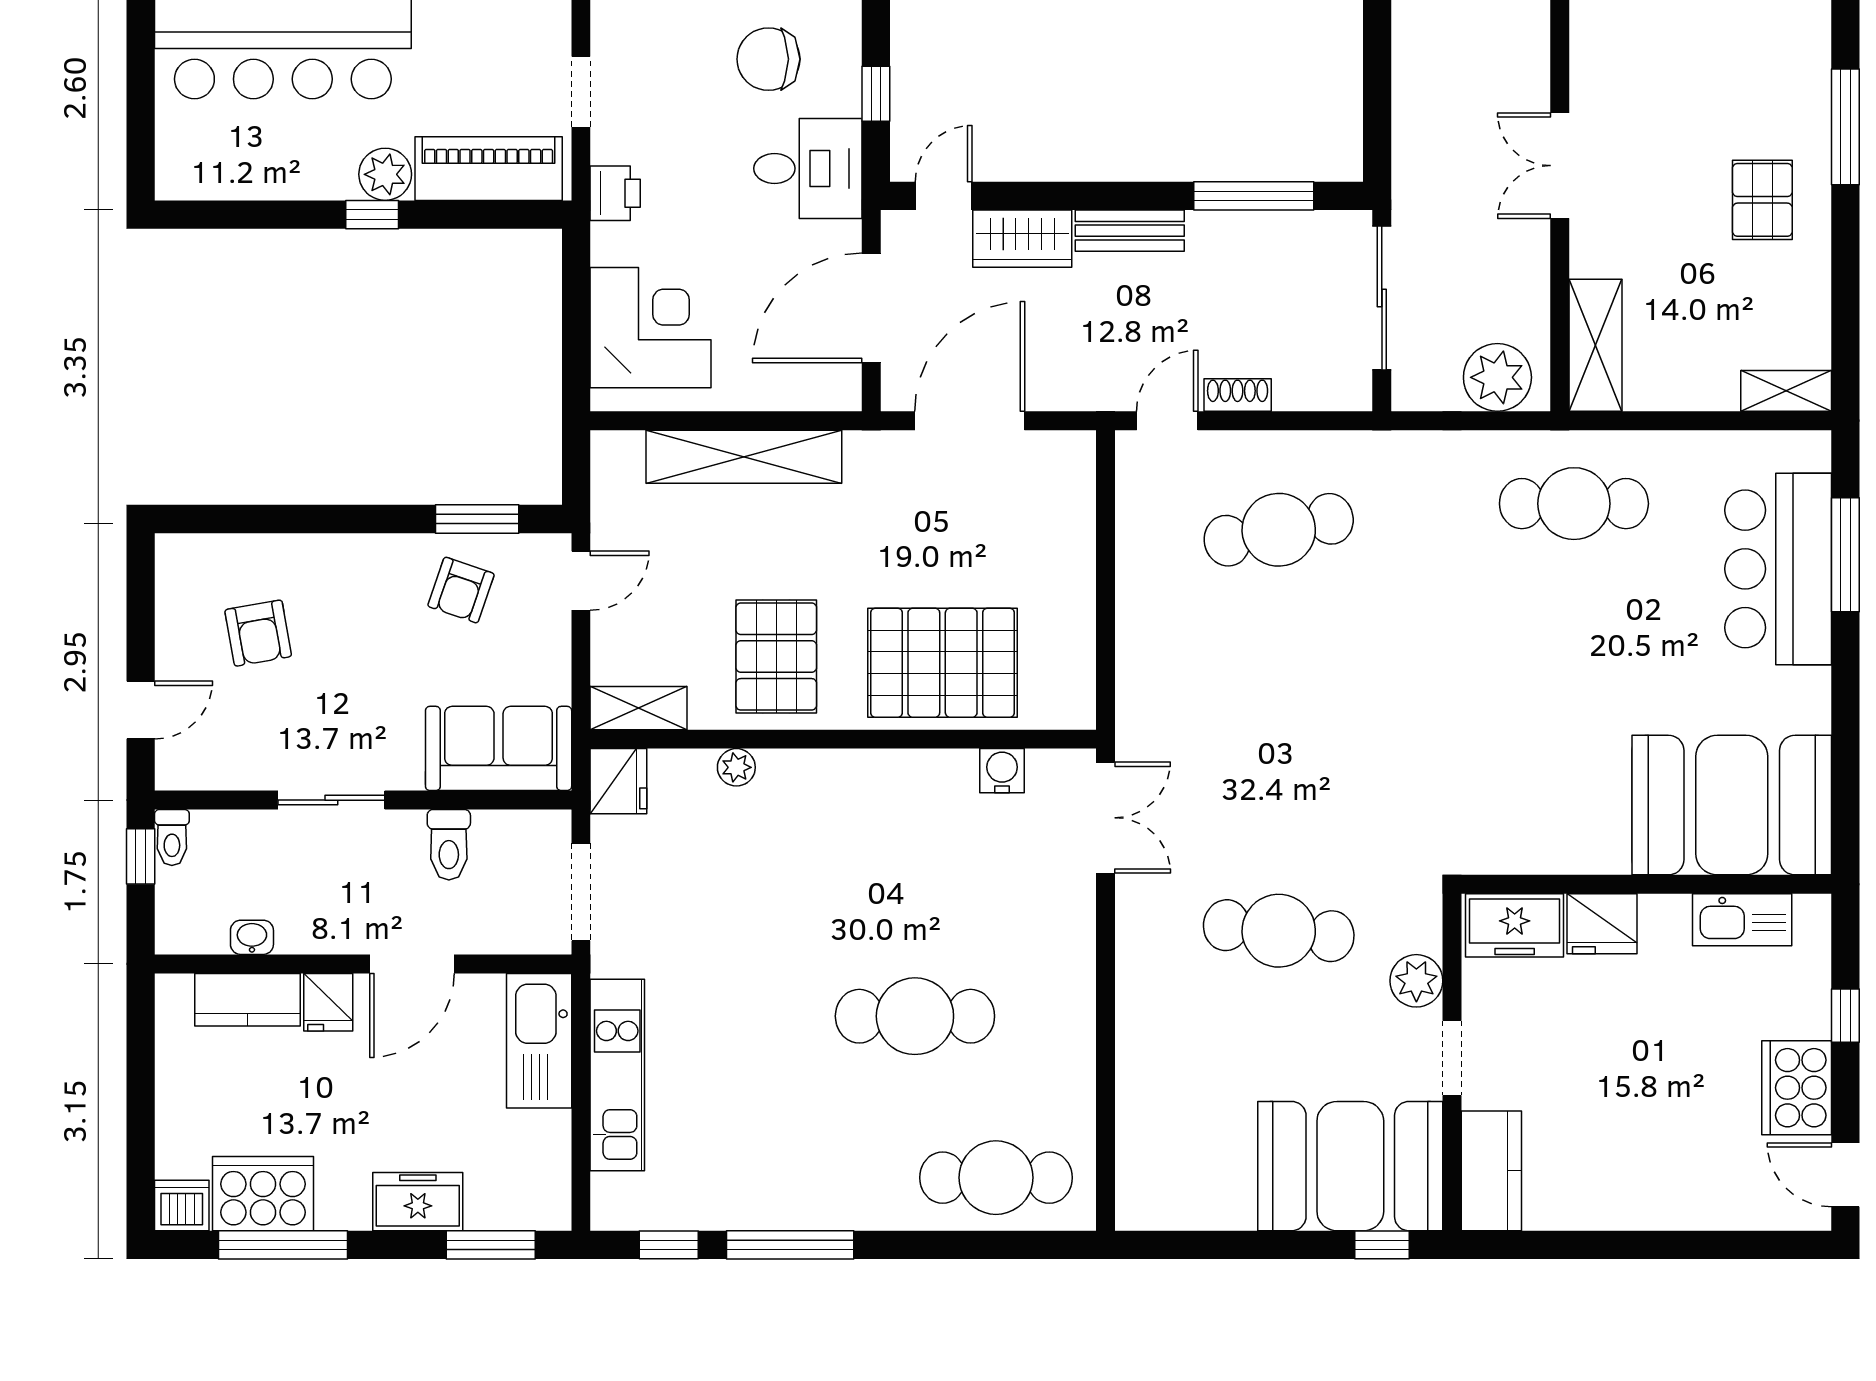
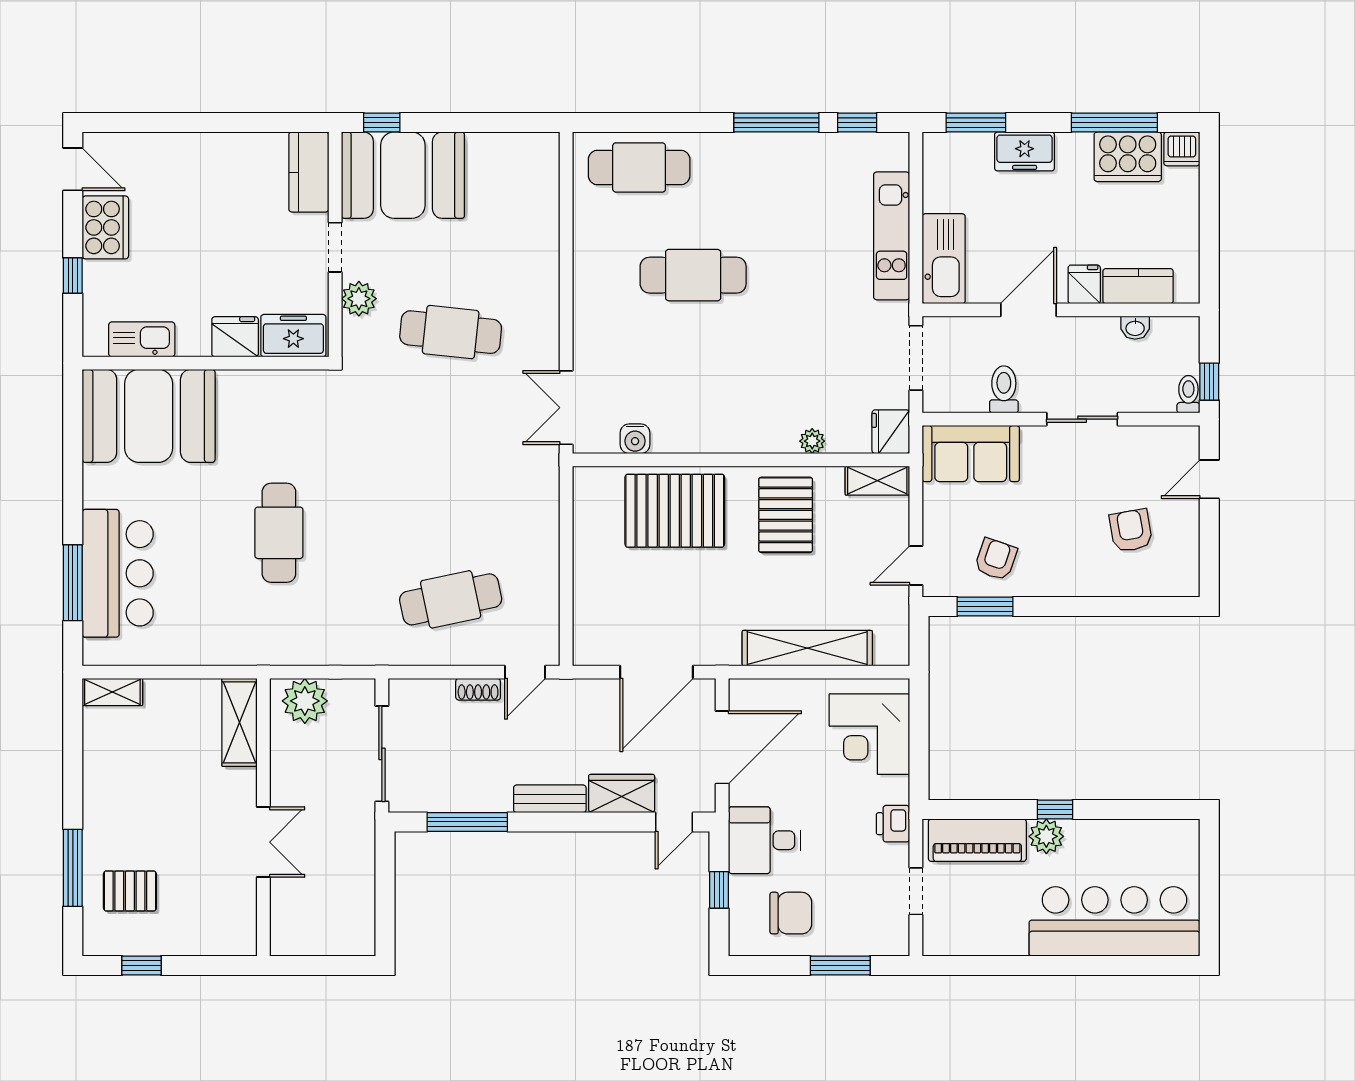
pallet: (1762, 200) -> (130, 891), moved, turned 90
cafe table: (1574, 504) -> (279, 533), moved, turned 90

